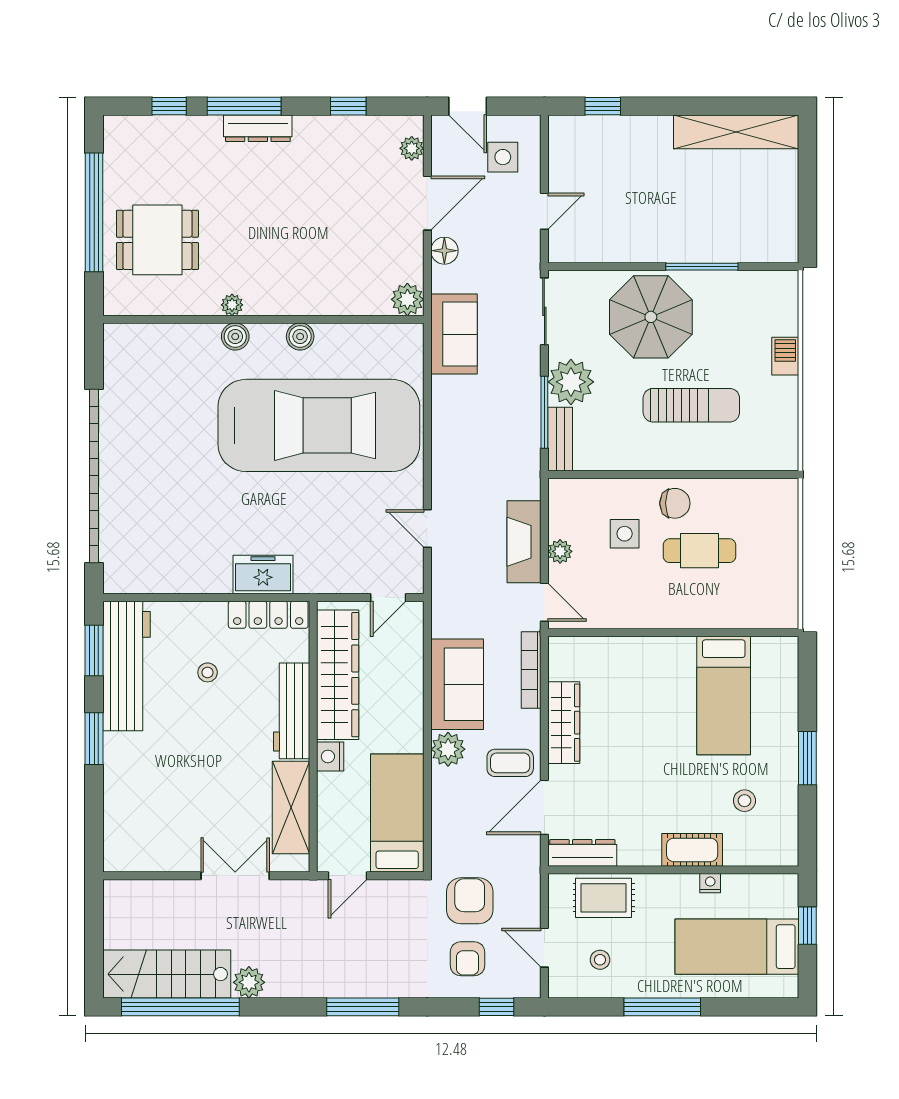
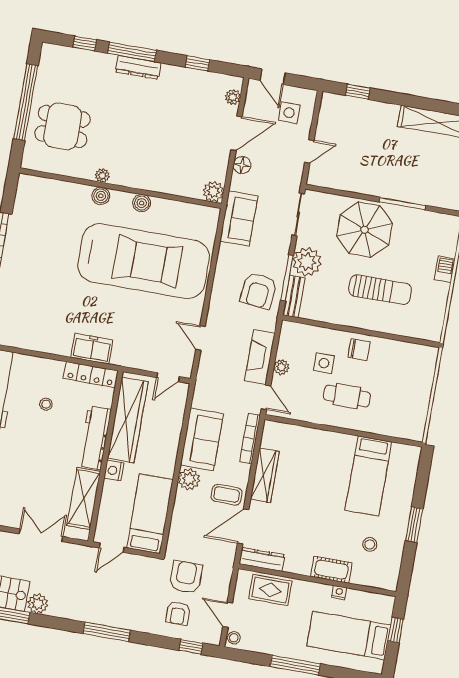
armchair: (504, 440) -> (259, 291), added
cafe table: (700, 551) -> (347, 396), moved
stool: (600, 960) -> (234, 638), moved

